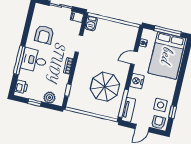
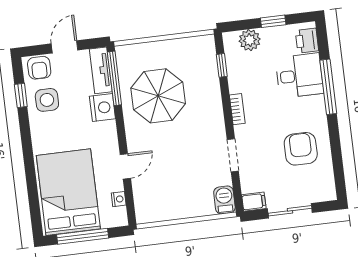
desk: (34, 60) -> (299, 76), moved
nightstand: (137, 81) -> (102, 108), moved

